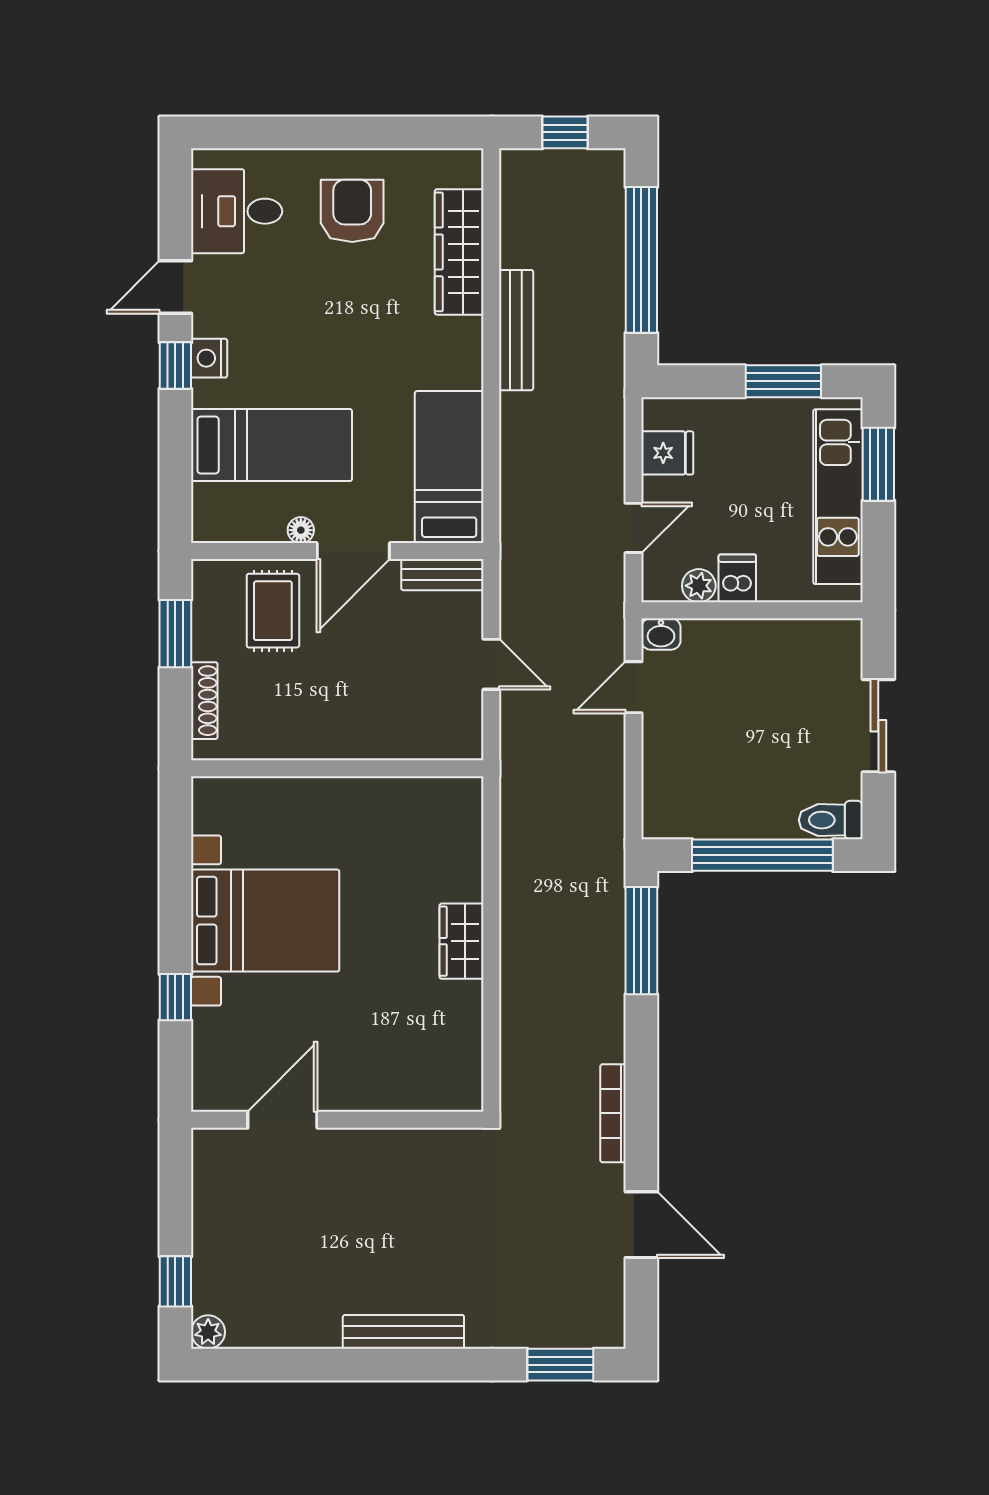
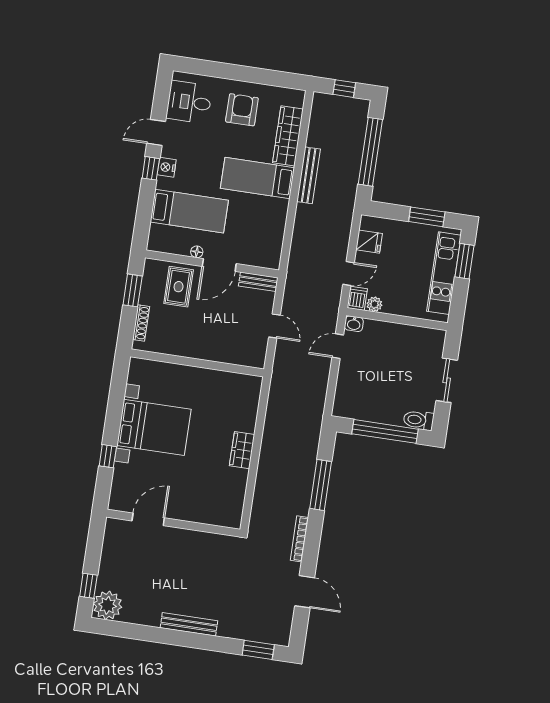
bed: (449, 467) -> (257, 178), moved, turned -90
dishwasher: (737, 578) -> (357, 298), moved
window: (641, 941) -> (321, 485), moved
plant: (208, 1332) -> (108, 605), width x1.87, depth x1.87

